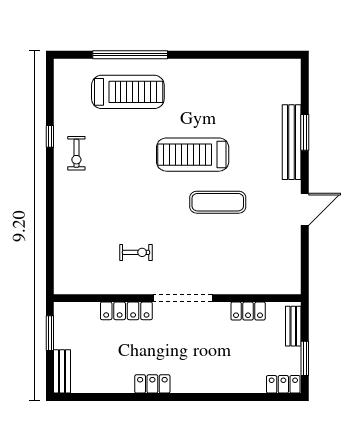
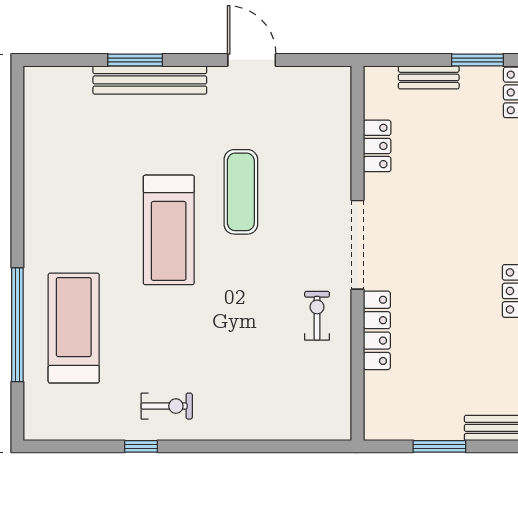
wall: (177, 298) -> (357, 253), moved
doorway: (183, 298) -> (357, 245), moved
locker: (126, 311) -> (377, 330), moved
locker: (248, 311) -> (377, 146), moved

